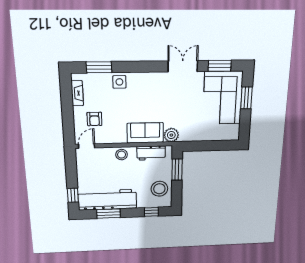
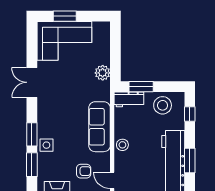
window: (220, 66) -> (32, 134), moved
sofa: (145, 133) -> (99, 127), width x1.36
plant: (171, 135) -> (103, 73), moved
workbench: (151, 153) -> (129, 99), moved, turned 90

